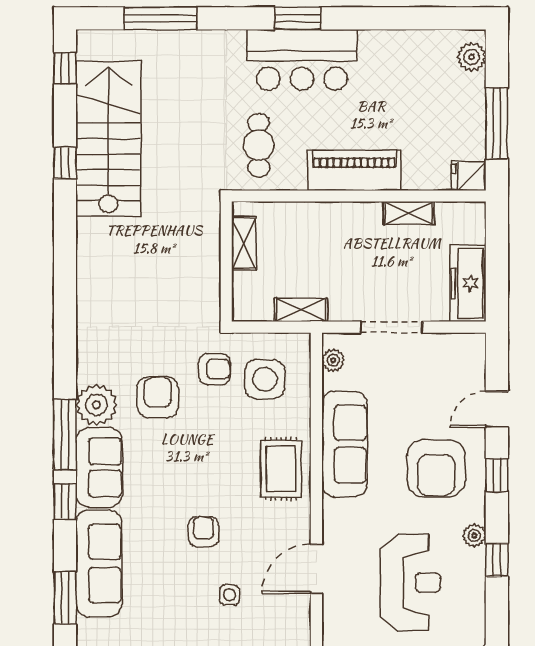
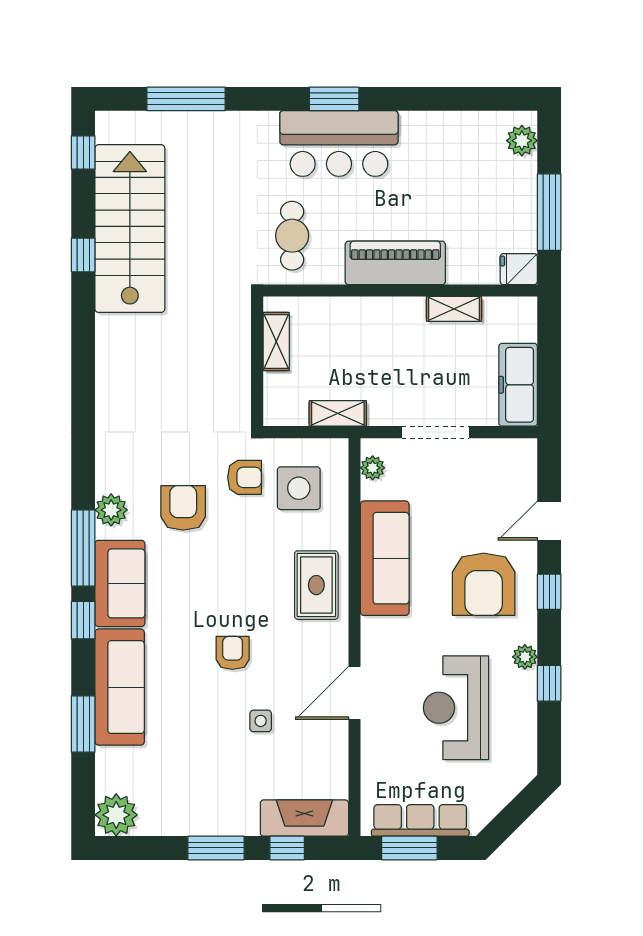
plant: (96, 405) -> (111, 510), width x0.73, depth x0.73
reception desk: (410, 583) -> (456, 708), turned 180

